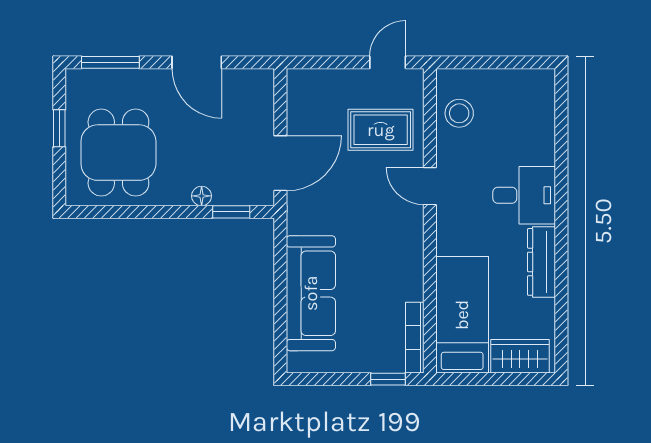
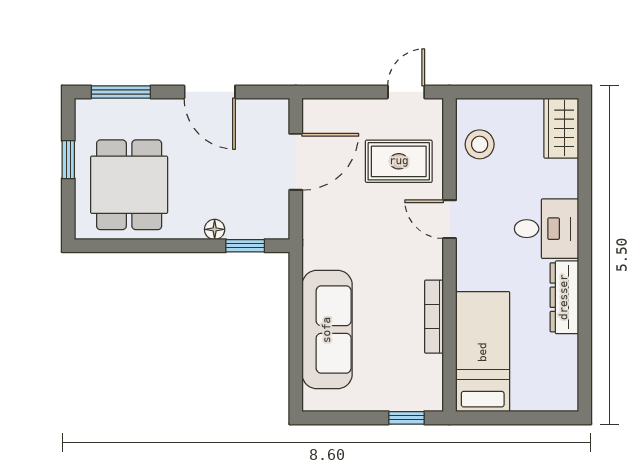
door: (280, 163) -> (296, 162), moved
bookcase: (415, 338) -> (434, 317), moved
wardrobe: (520, 356) -> (561, 128), moved, turned -90

